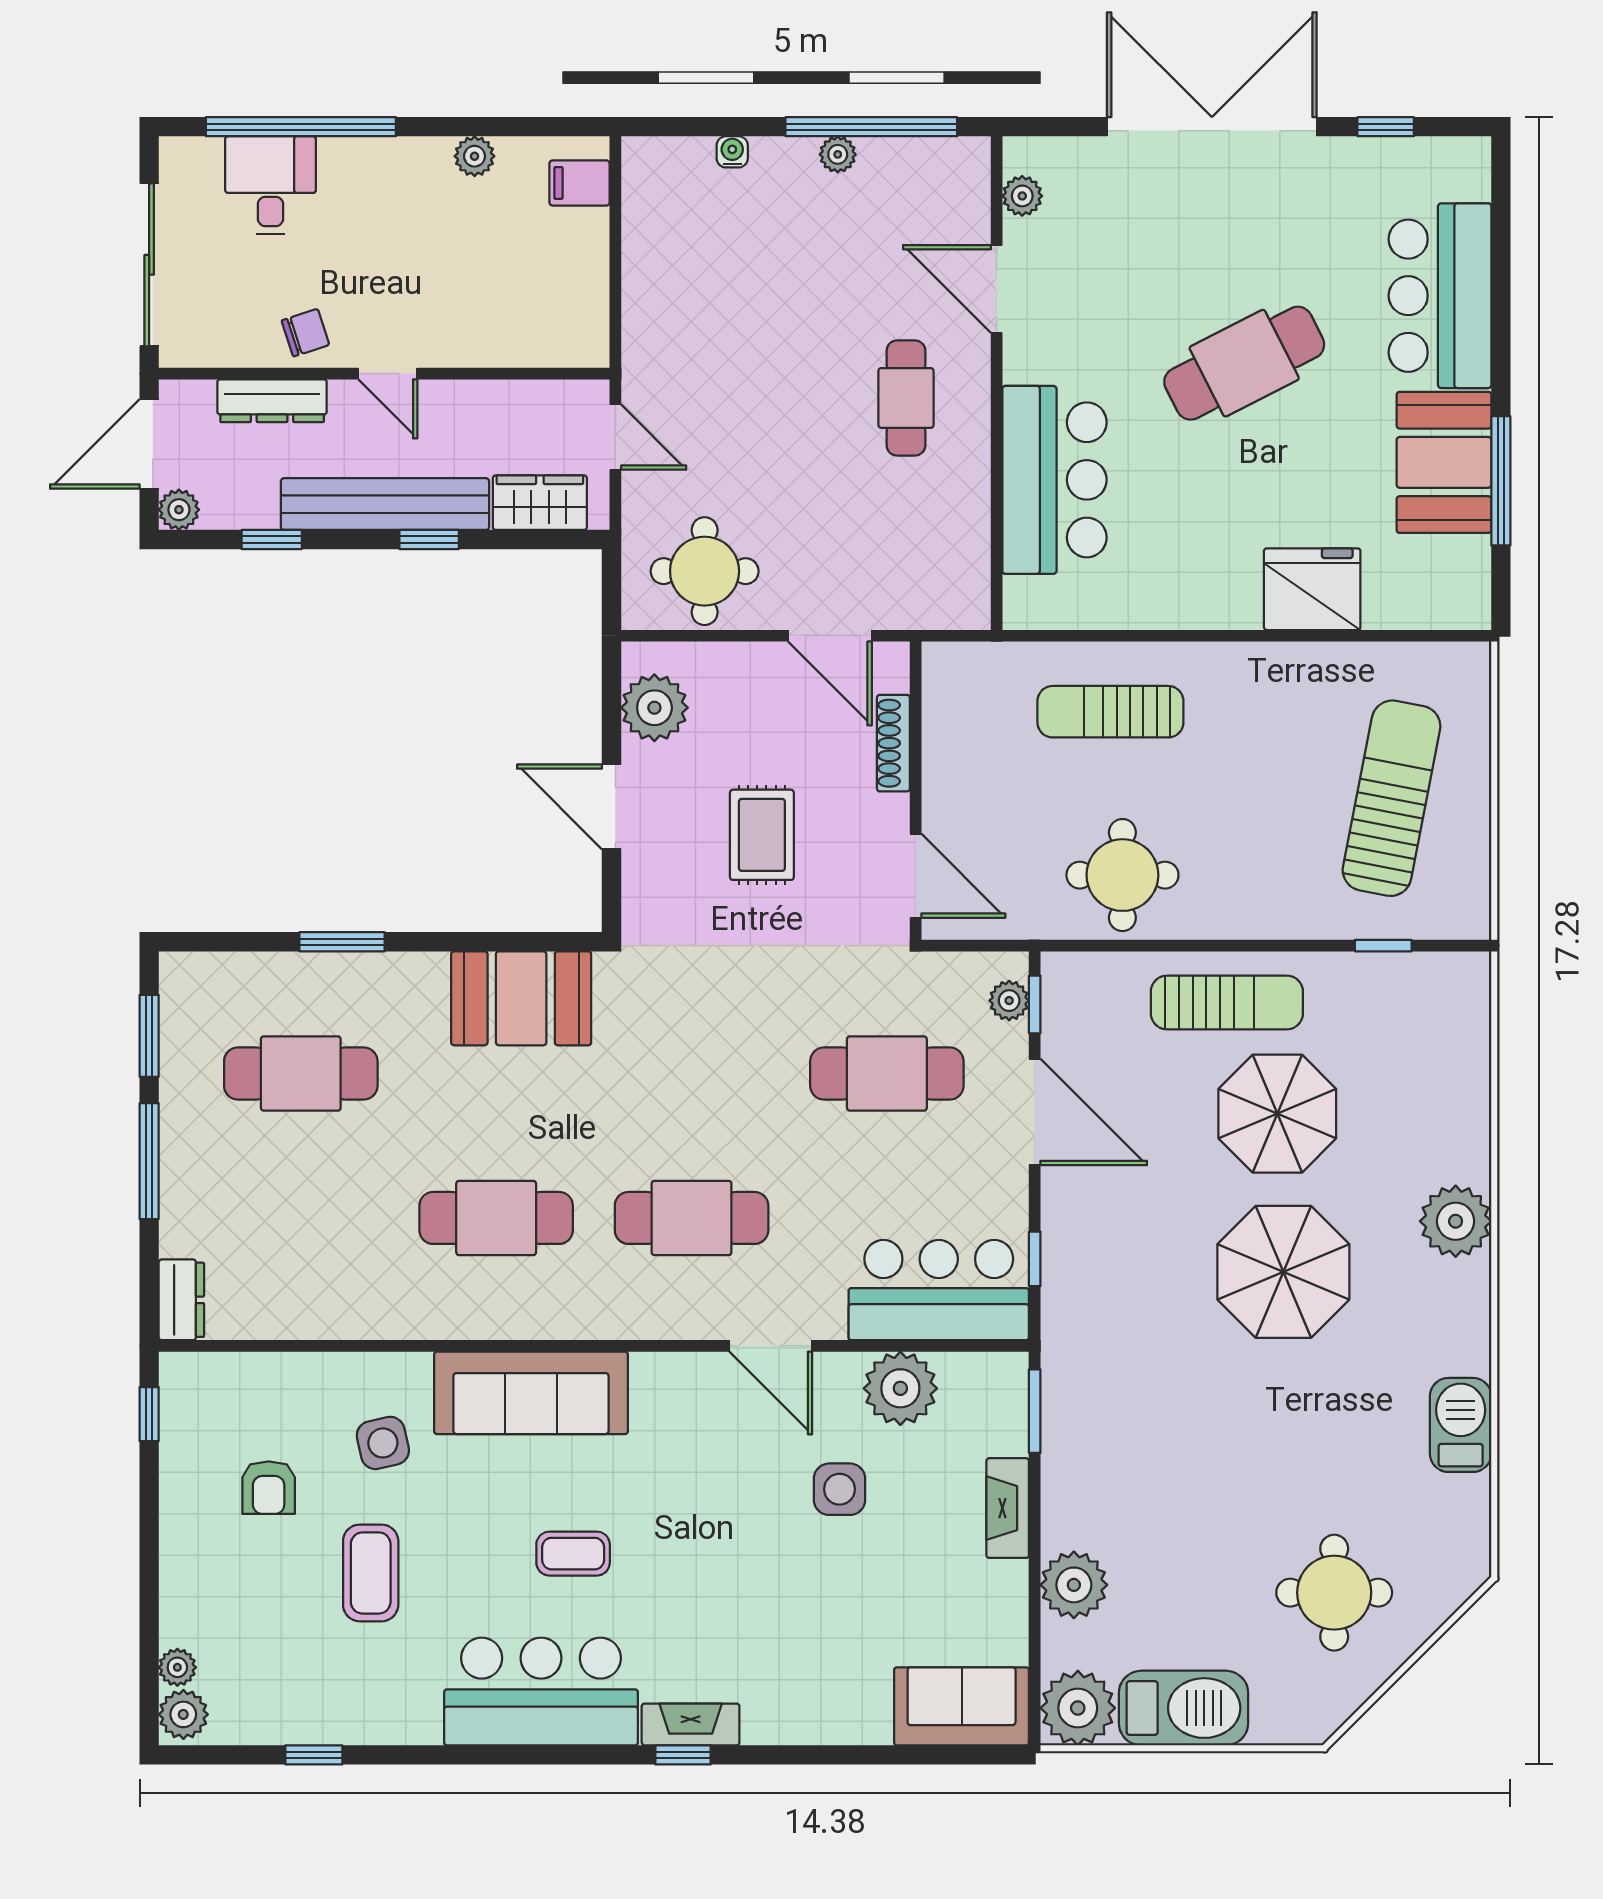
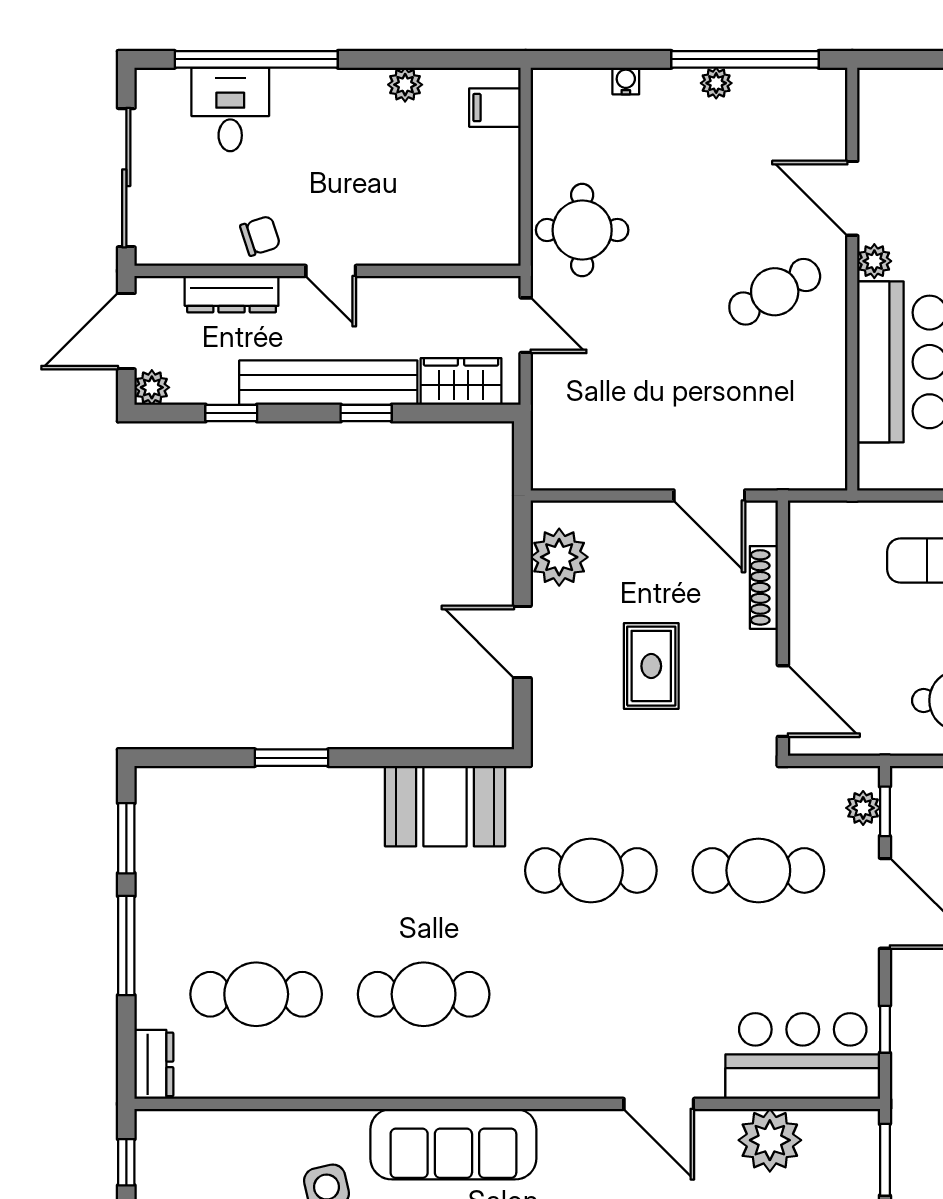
plant: (1022, 196) -> (874, 261), moved
cafe table: (906, 398) -> (775, 292), turned 61
round table: (705, 571) -> (582, 230), moved
cafe table: (301, 1073) -> (256, 994), moved
cafe table: (692, 1218) -> (591, 870), moved

